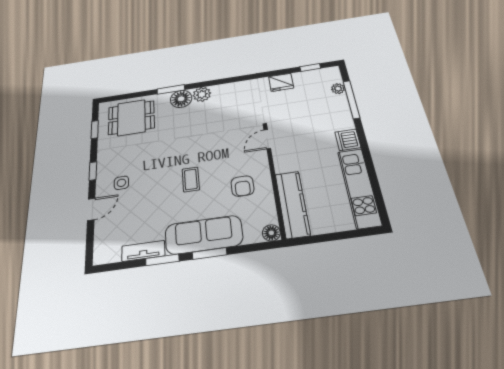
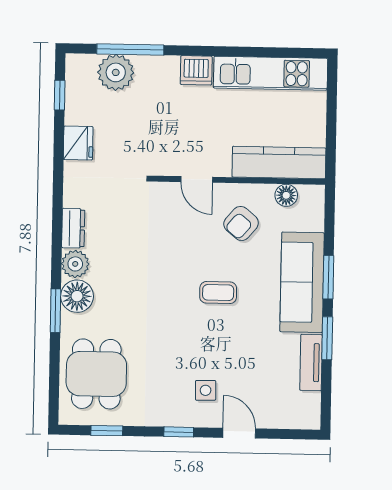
dresser: (225, 89) -> (73, 228), added
plant: (338, 89) -> (116, 72), width x1.87, depth x1.87
door: (267, 139) -> (197, 179), moved
armchair: (242, 186) -> (241, 223), turned 130
floor lamp: (271, 233) -> (286, 195), moved

